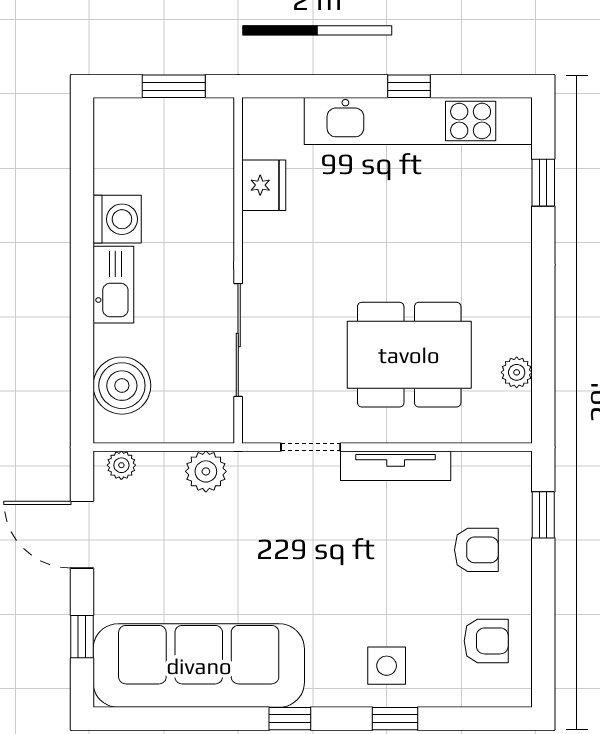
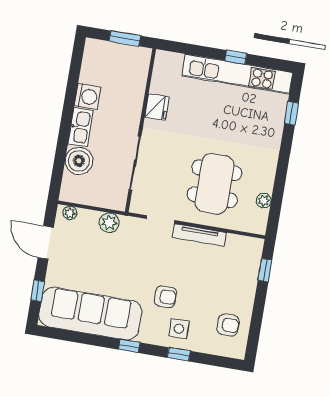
fridge: (264, 185) -> (157, 107), moved
dining table: (409, 355) -> (214, 184), turned 90
boiler: (122, 386) -> (79, 161), moved
armchair: (476, 550) -> (165, 297), moved

